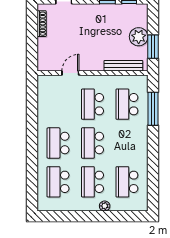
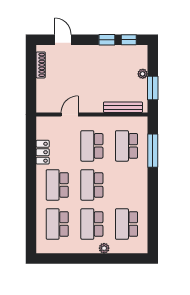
plant: (139, 37) -> (143, 74), width x0.53, depth x0.53
locker: (43, 110) -> (43, 152), added

